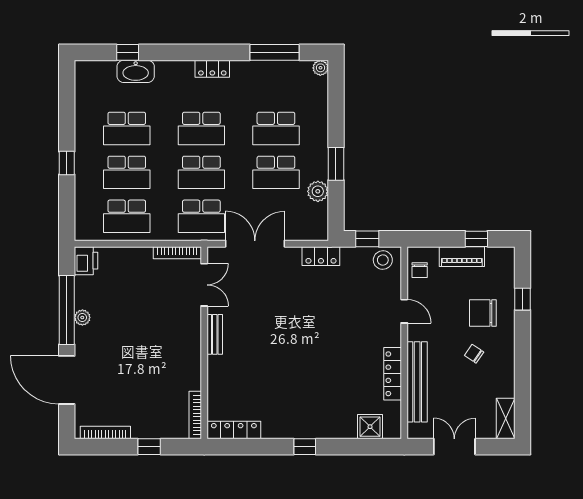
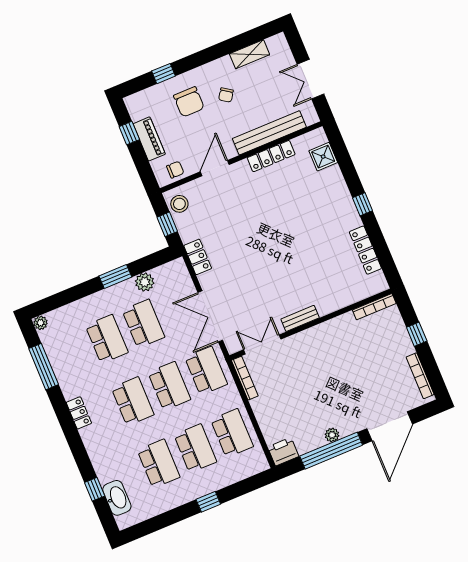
washbasin: (136, 71) -> (117, 498), moved
door: (404, 311) -> (215, 168), width x1.37
shelving: (506, 418) -> (250, 54), moved
locker: (234, 430) -> (365, 250), moved

